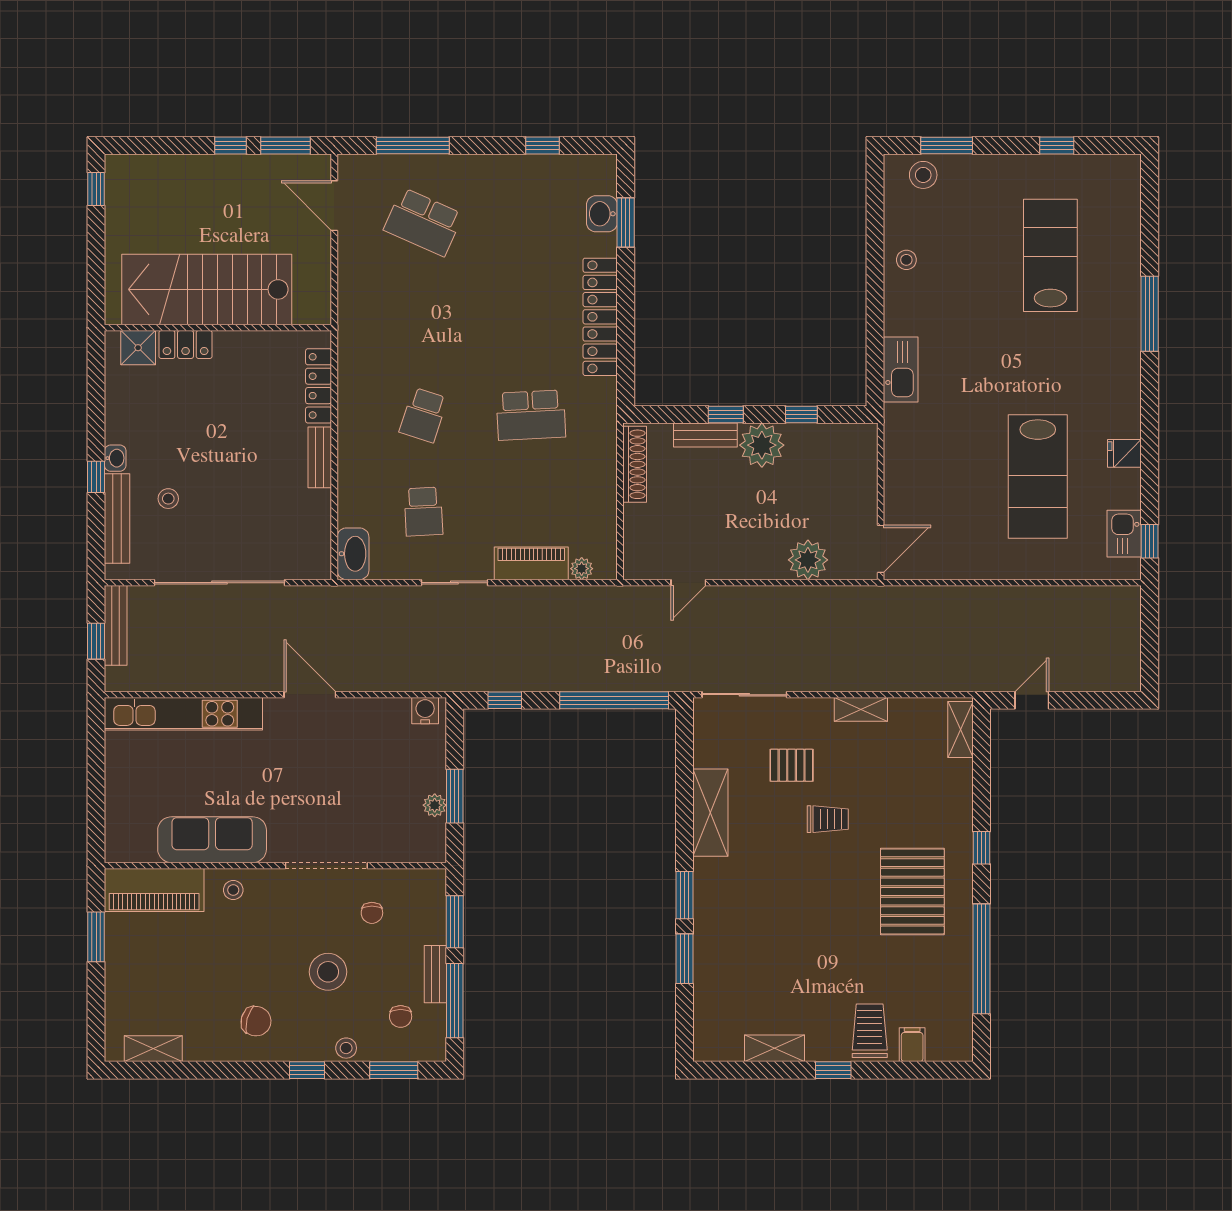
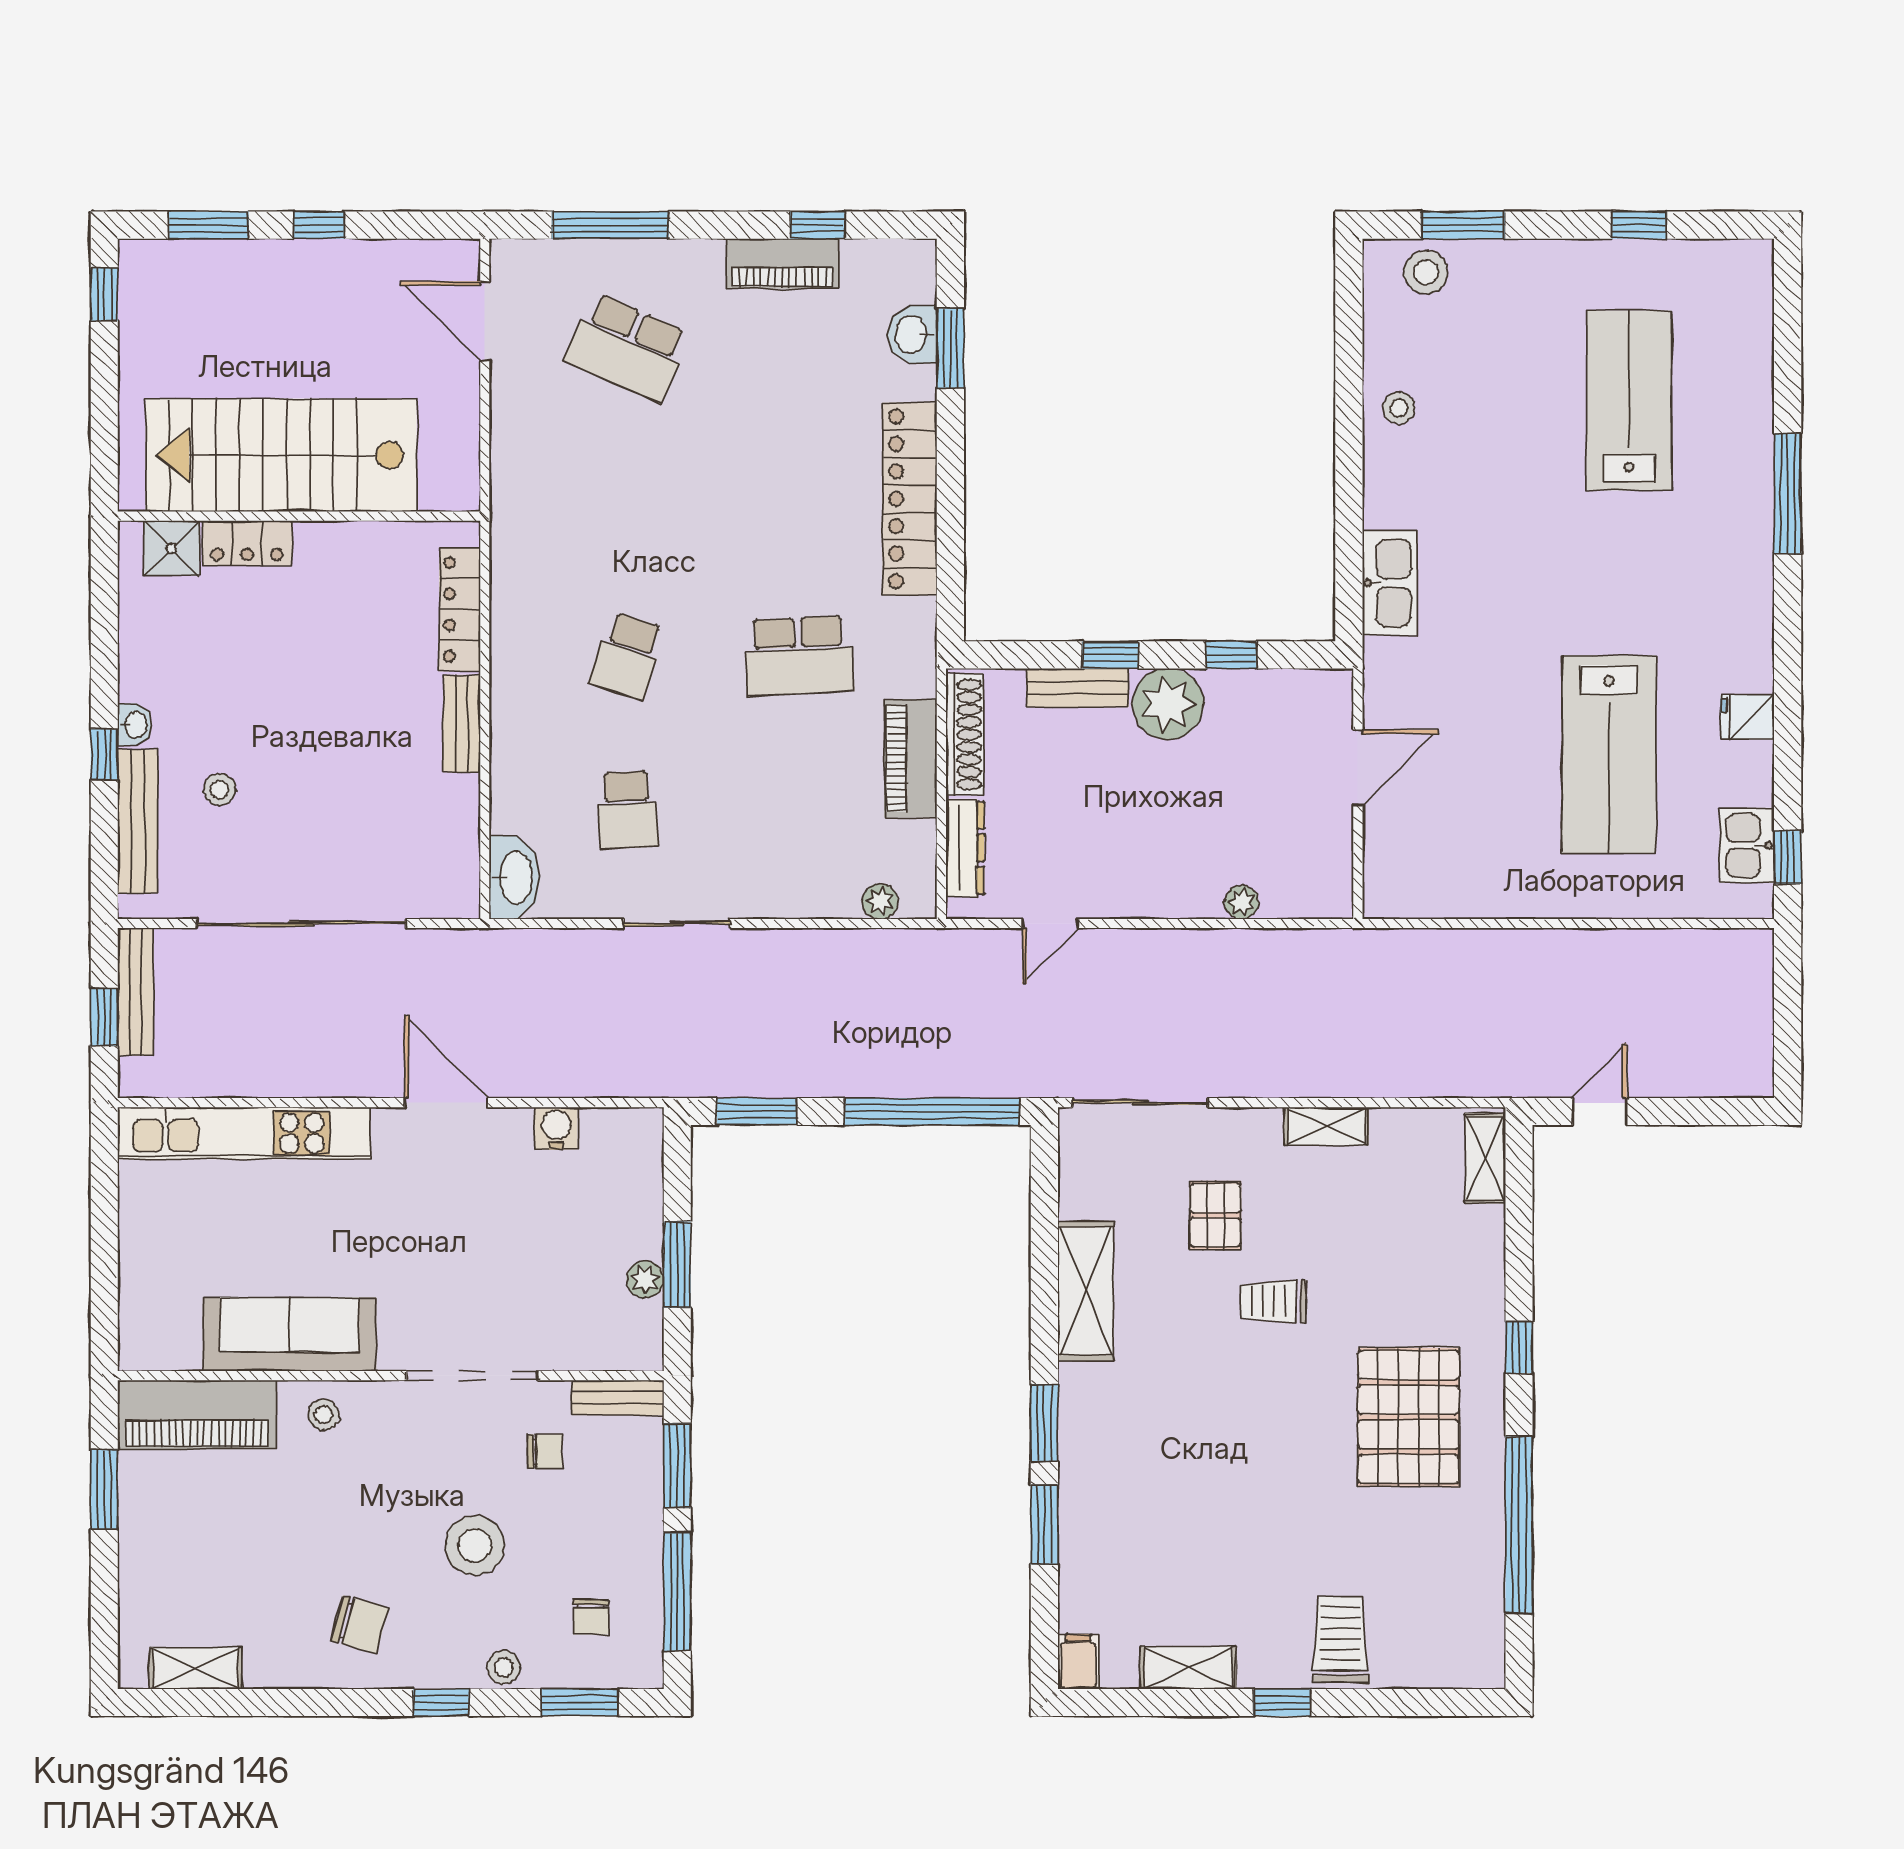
window: (286, 145) -> (209, 225), moved
piano: (521, 170) -> (783, 264), added
dresser: (635, 535) -> (965, 848), added
door: (881, 549) -> (1358, 768), moved
plant: (808, 560) -> (1242, 902), width x0.53, depth x0.53
piano: (531, 563) -> (911, 758), moved, turned -90
window: (505, 700) -> (757, 1112), width x1.50
water cooler: (425, 711) -> (556, 1128), moved
pallet: (792, 765) -> (1215, 1215), turned 90
trolley: (828, 819) -> (1273, 1301), turned 180
chair: (372, 913) -> (545, 1451), turned -90
bench: (435, 974) -> (618, 1398), moved, turned 90
filing cabinet: (912, 1045) -> (1078, 1662), moved

